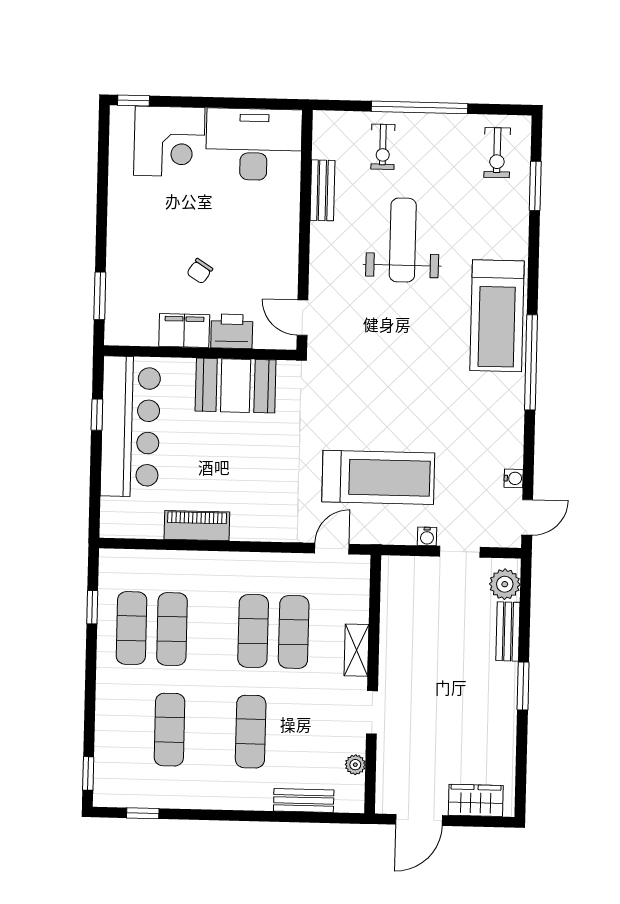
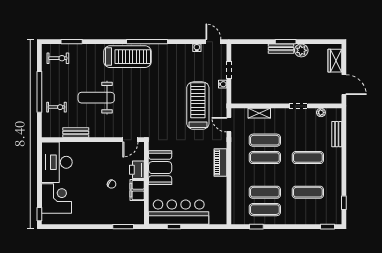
piano: (197, 526) -> (220, 162), moved
plant: (505, 584) -> (301, 50), moved
bench: (508, 631) -> (281, 49), moved
shelving: (357, 650) -> (259, 113), moved

